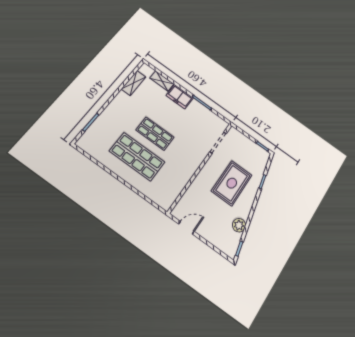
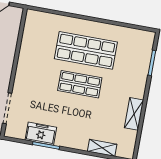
shelving: (134, 83) -> (134, 114), moved
freezer: (180, 97) -> (41, 134), moved

